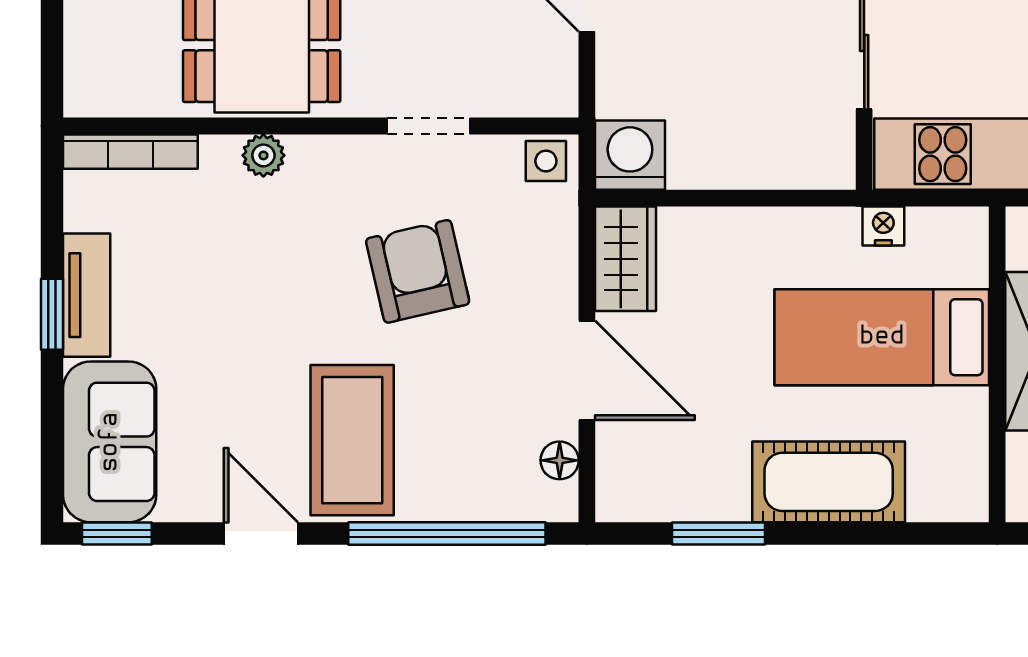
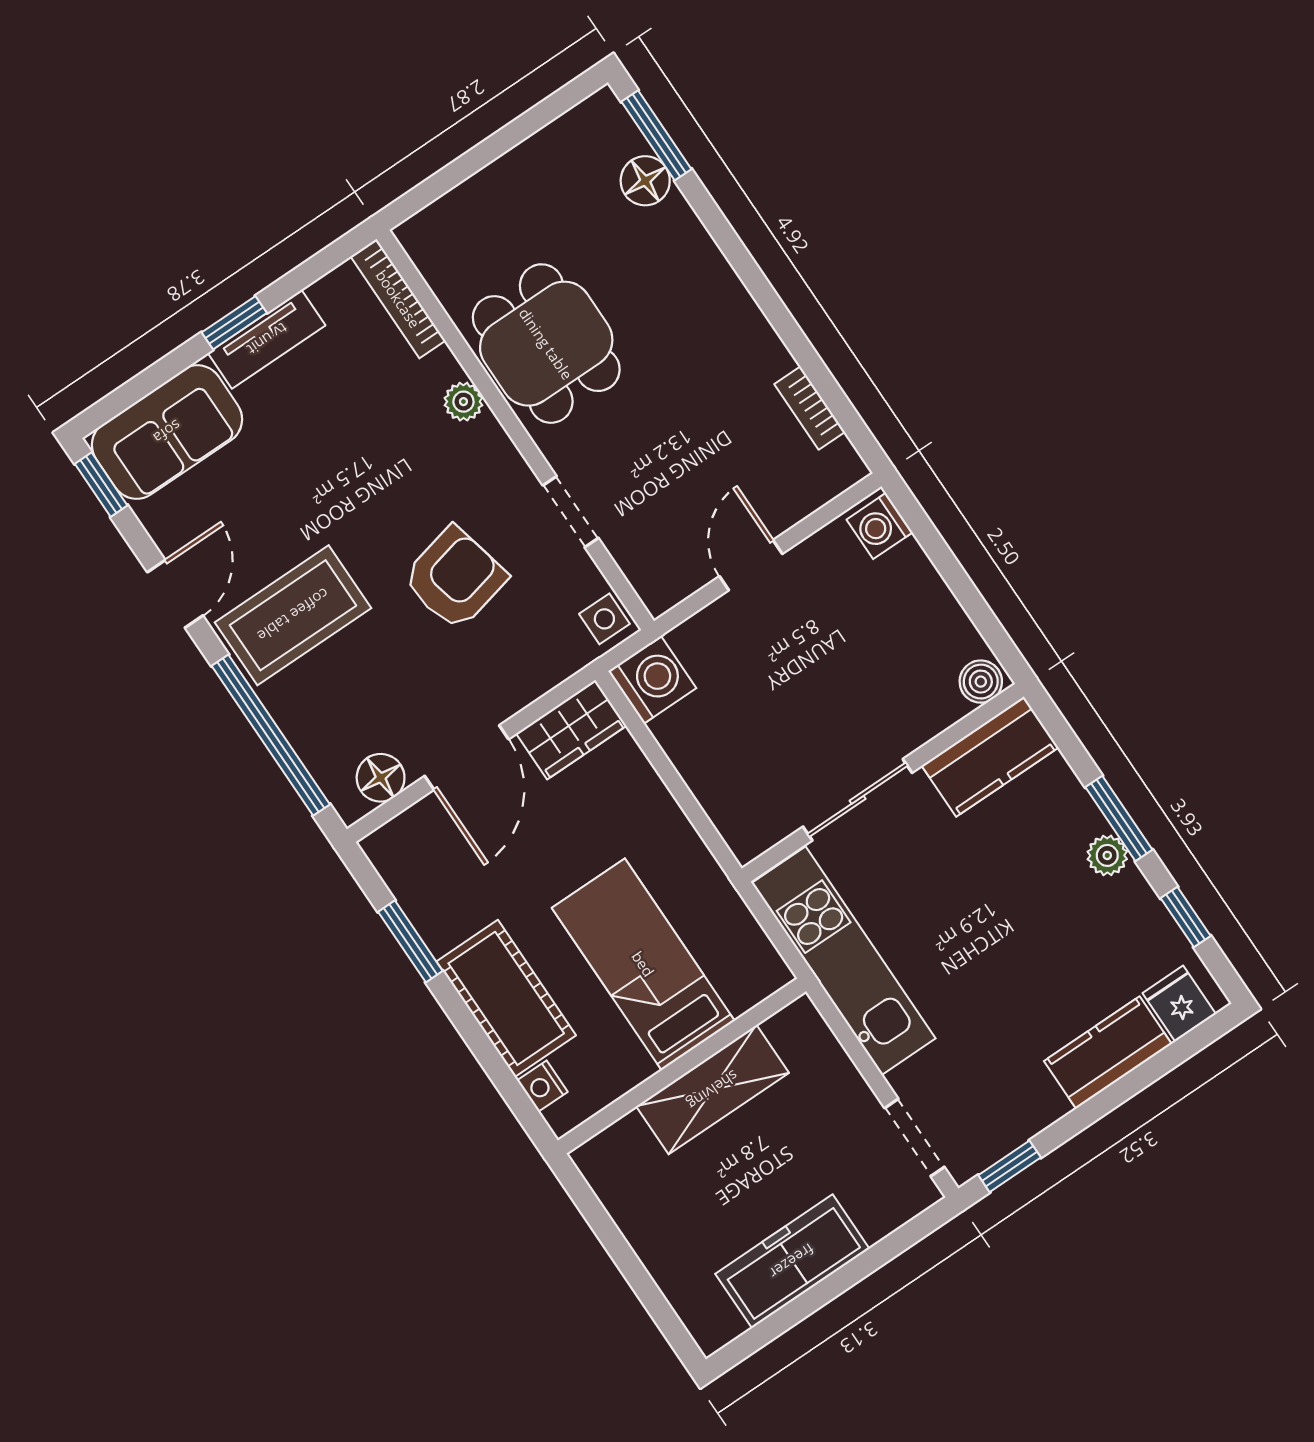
nightstand: (883, 226) -> (542, 1086), moved, turned 180
floor lamp: (560, 460) -> (381, 778), width x1.37, depth x1.37

